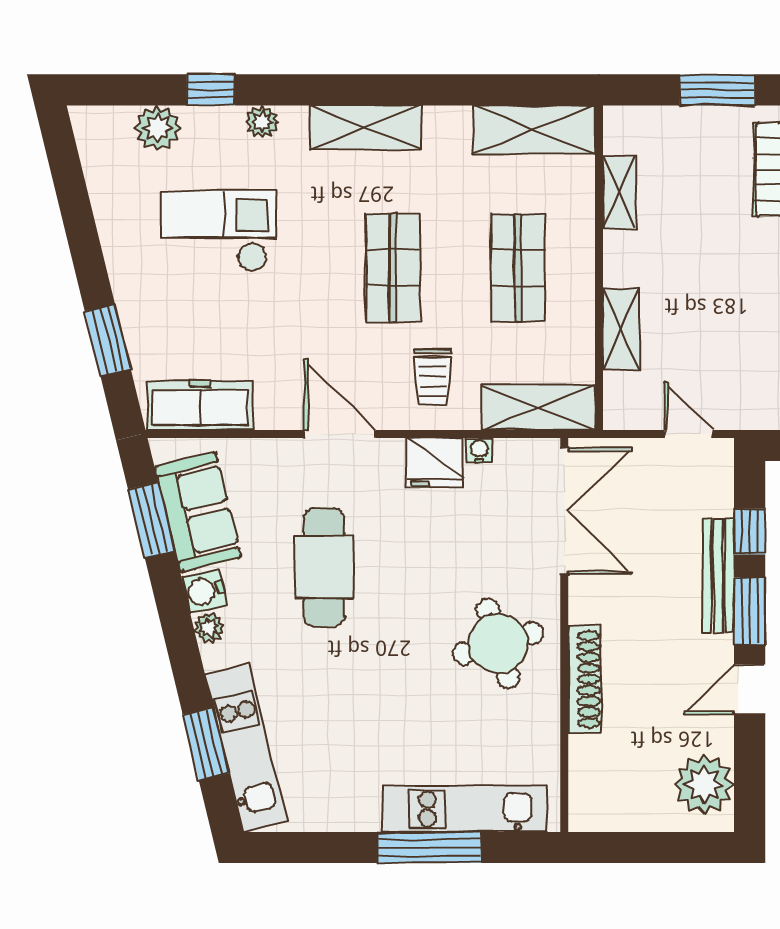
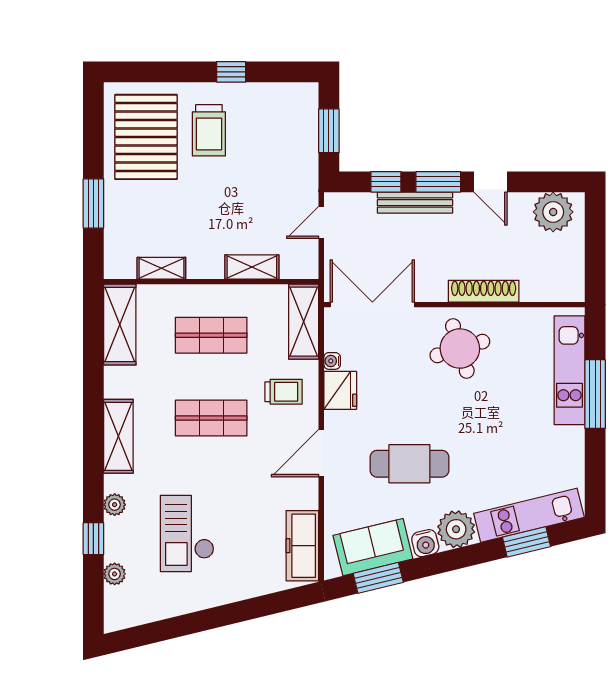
plant: (158, 128) -> (115, 574), width x0.73, depth x0.73
window: (108, 340) -> (259, 607), removed
plant: (209, 628) -> (456, 529), width x1.88, depth x1.88

